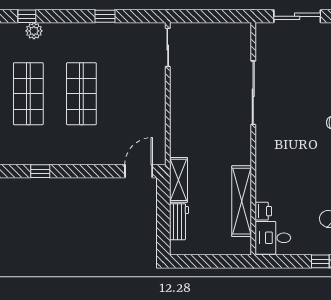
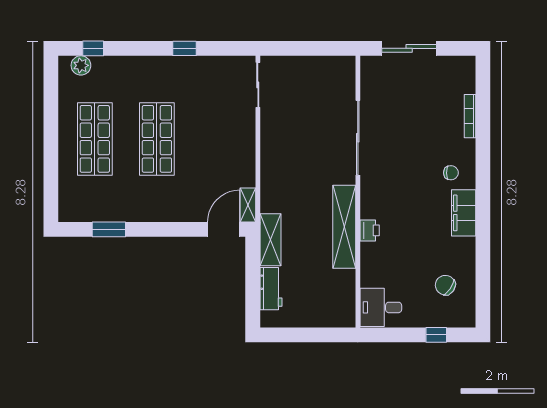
plant: (34, 31) -> (81, 65), moved
shelving: (159, 150) -> (248, 205), added
window: (40, 171) -> (109, 229), width x1.50
shelving: (242, 201) -> (344, 227), moved
printer: (263, 211) -> (370, 230), moved

